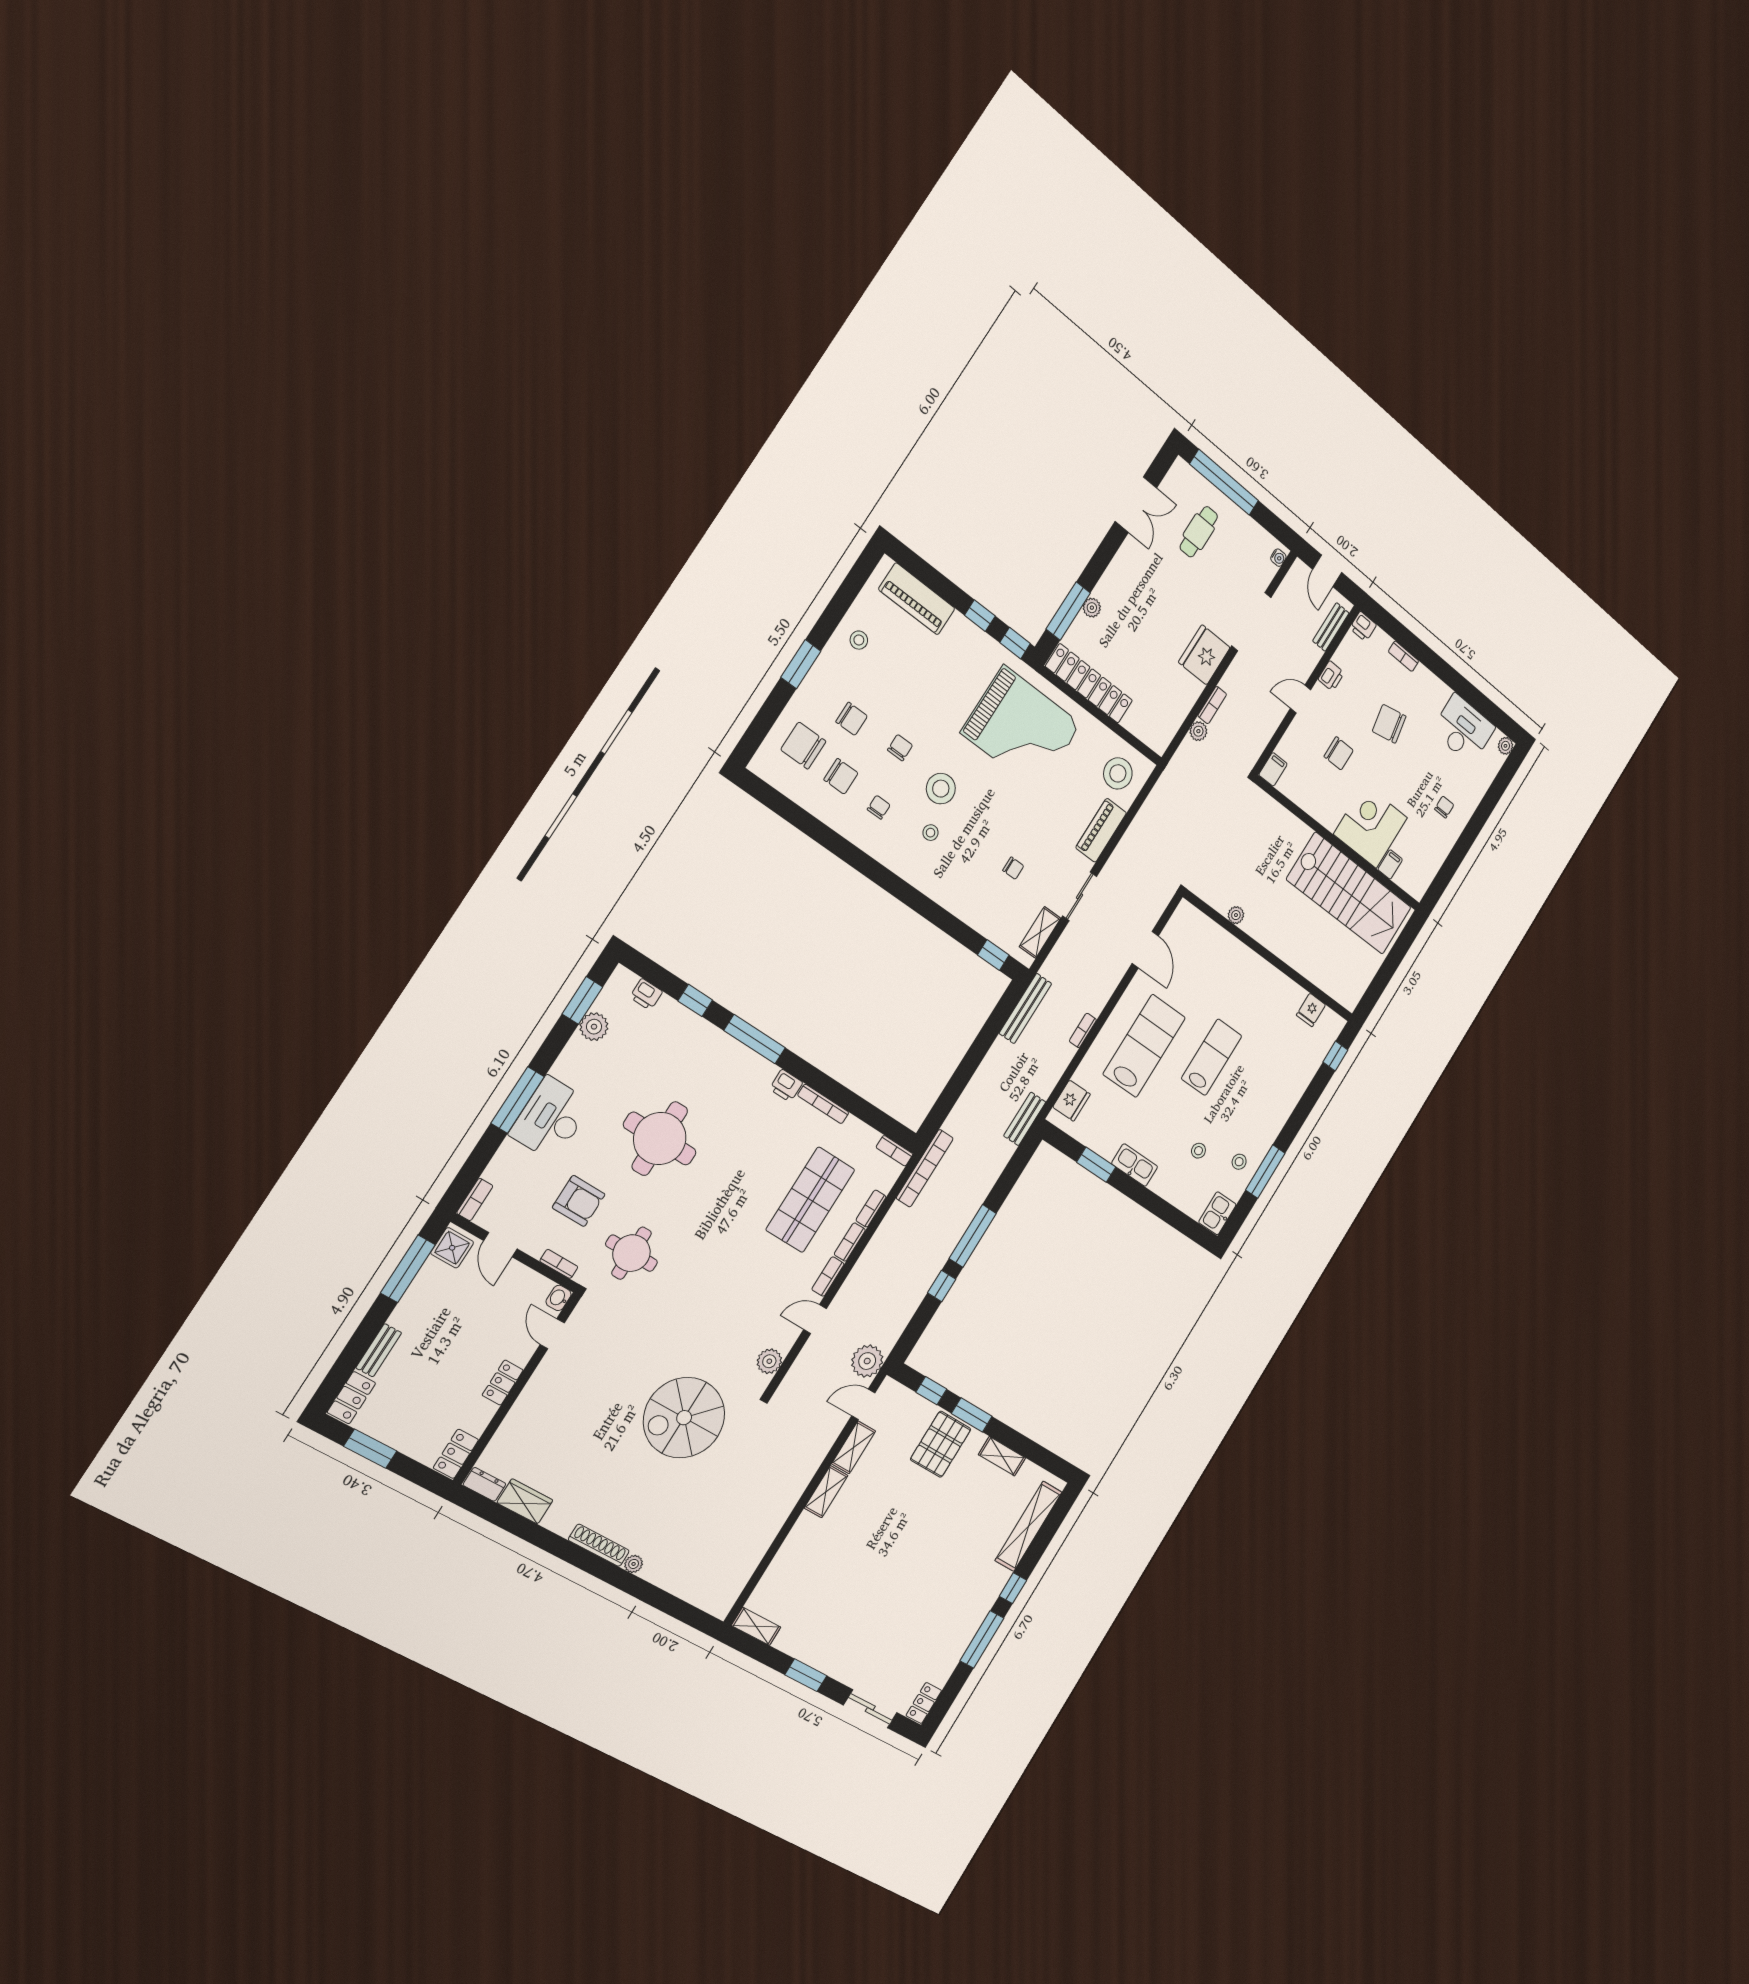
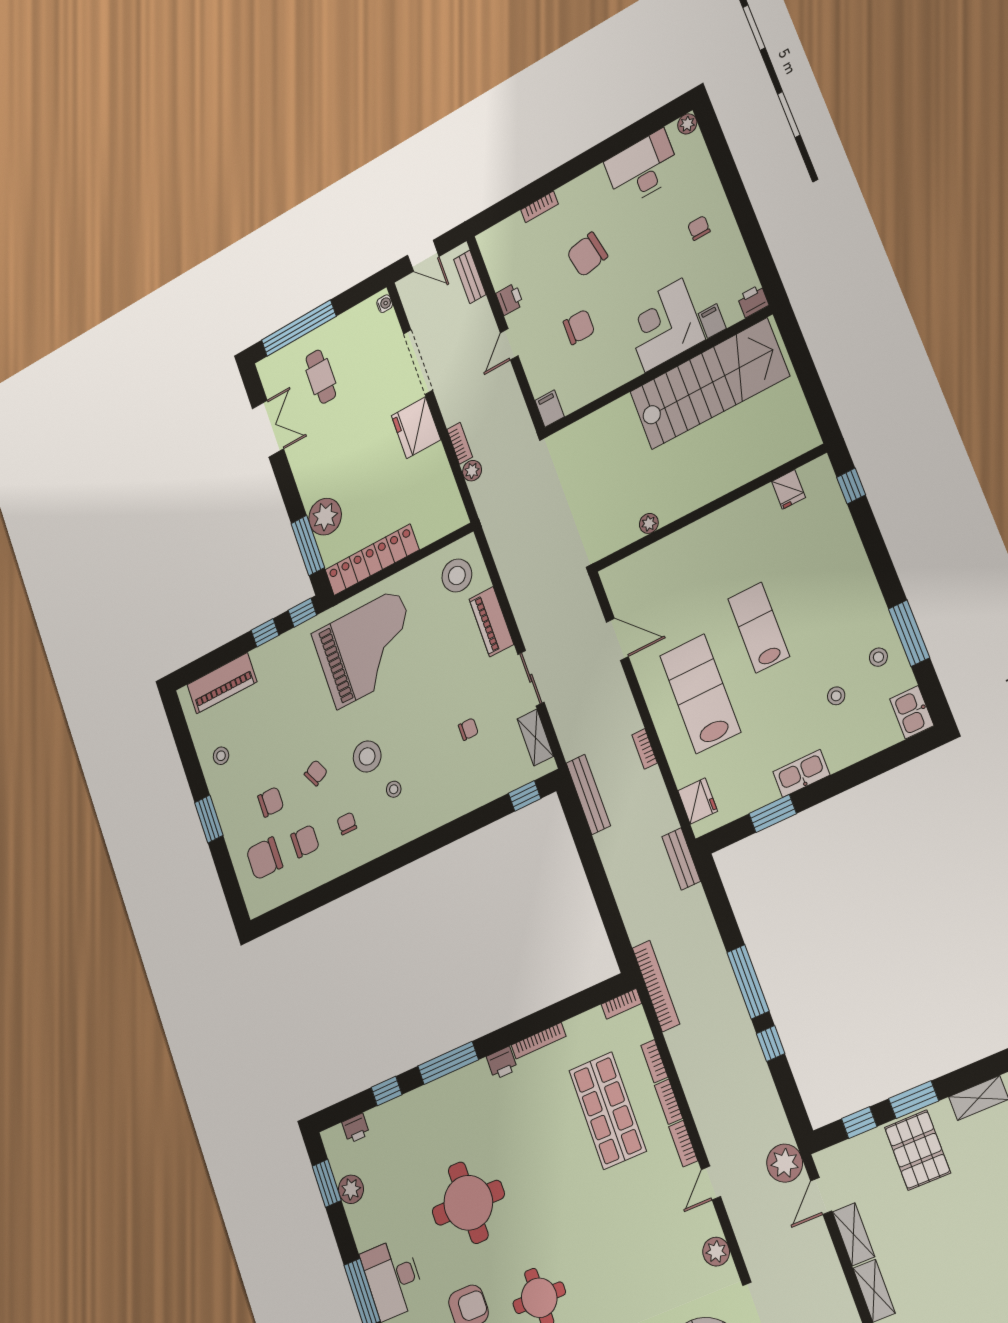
plant: (1092, 608) -> (325, 517), width x1.87, depth x1.87
printer: (1363, 626) -> (753, 301), moved, turned 180
chair: (900, 748) -> (316, 773), turned 63

